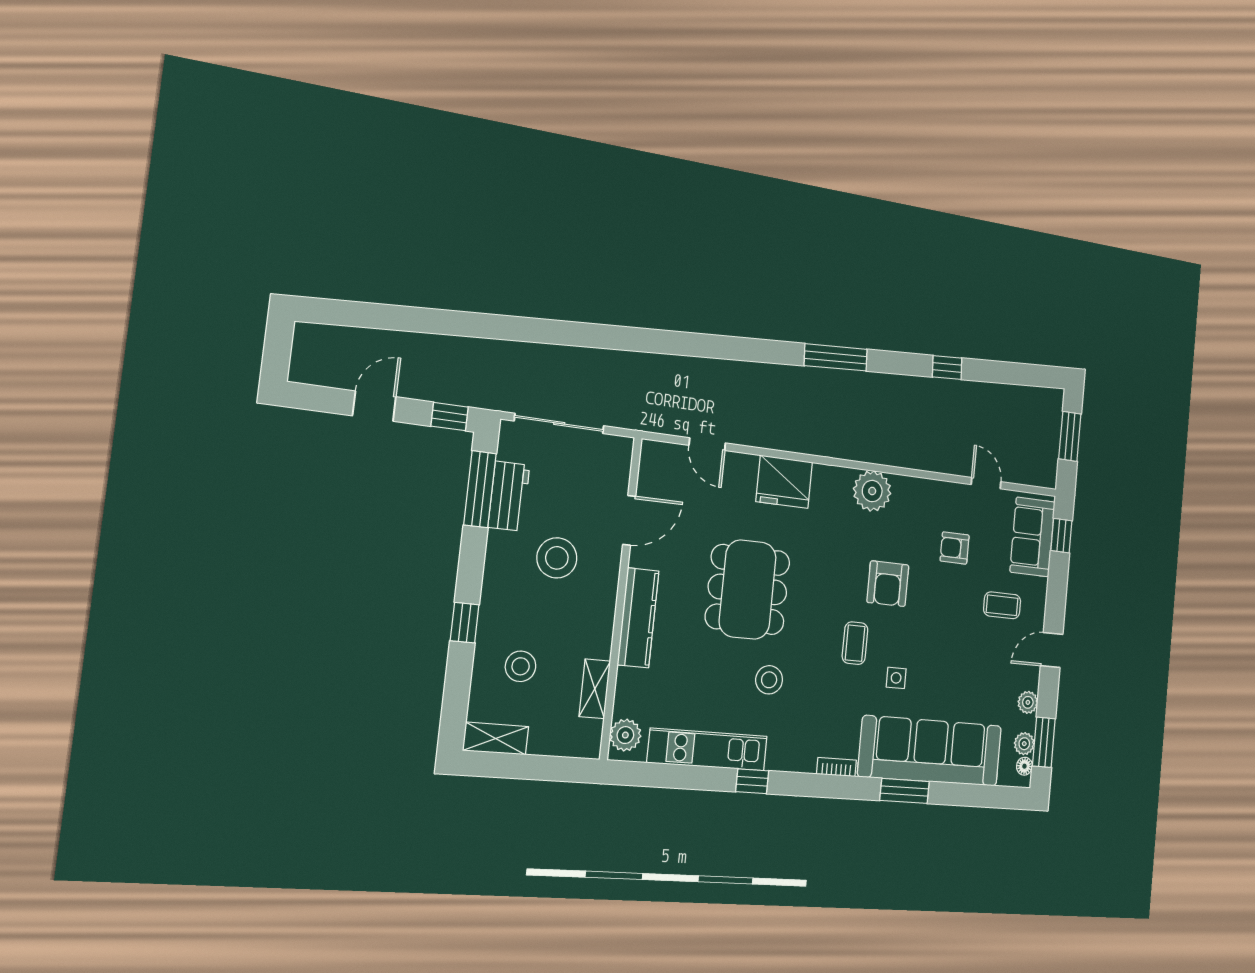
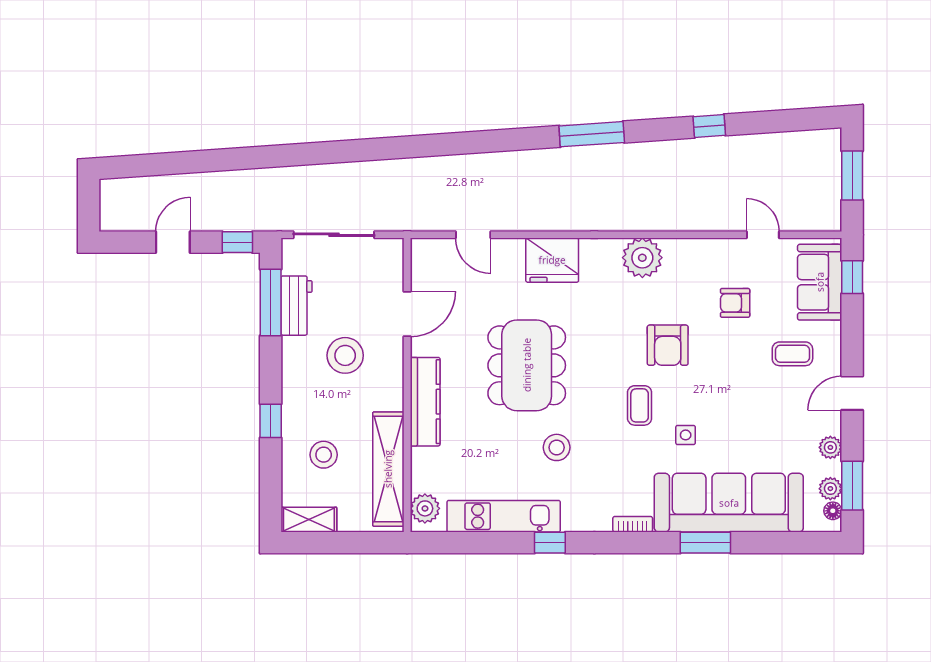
shelving: (595, 689) -> (388, 469), width x2.20, depth x1.33

